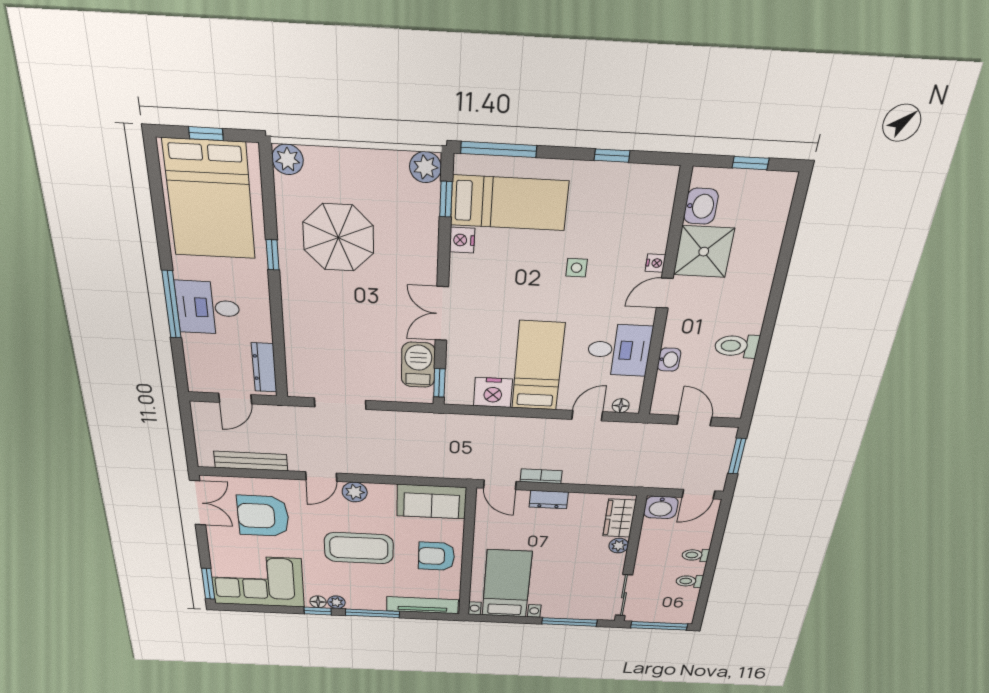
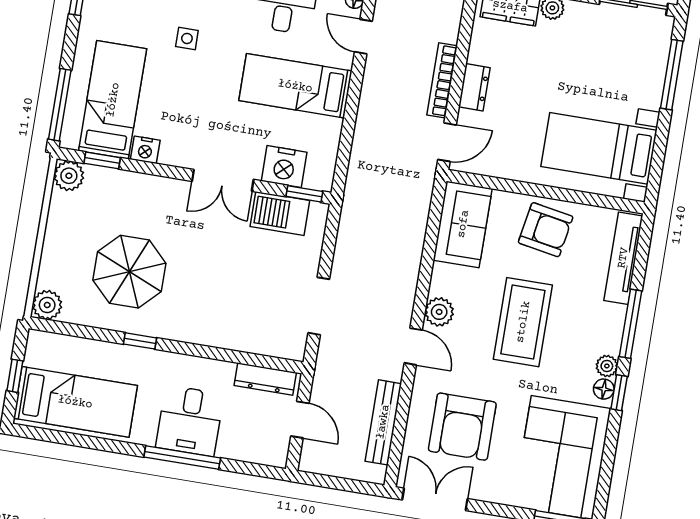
bed: (210, 200) -> (75, 402), width x0.67
nightstand: (493, 392) -> (284, 167), moved, turned 90
bookcase: (541, 476) -> (442, 80), width x1.56
armchair: (437, 556) -> (546, 230), turned -80

